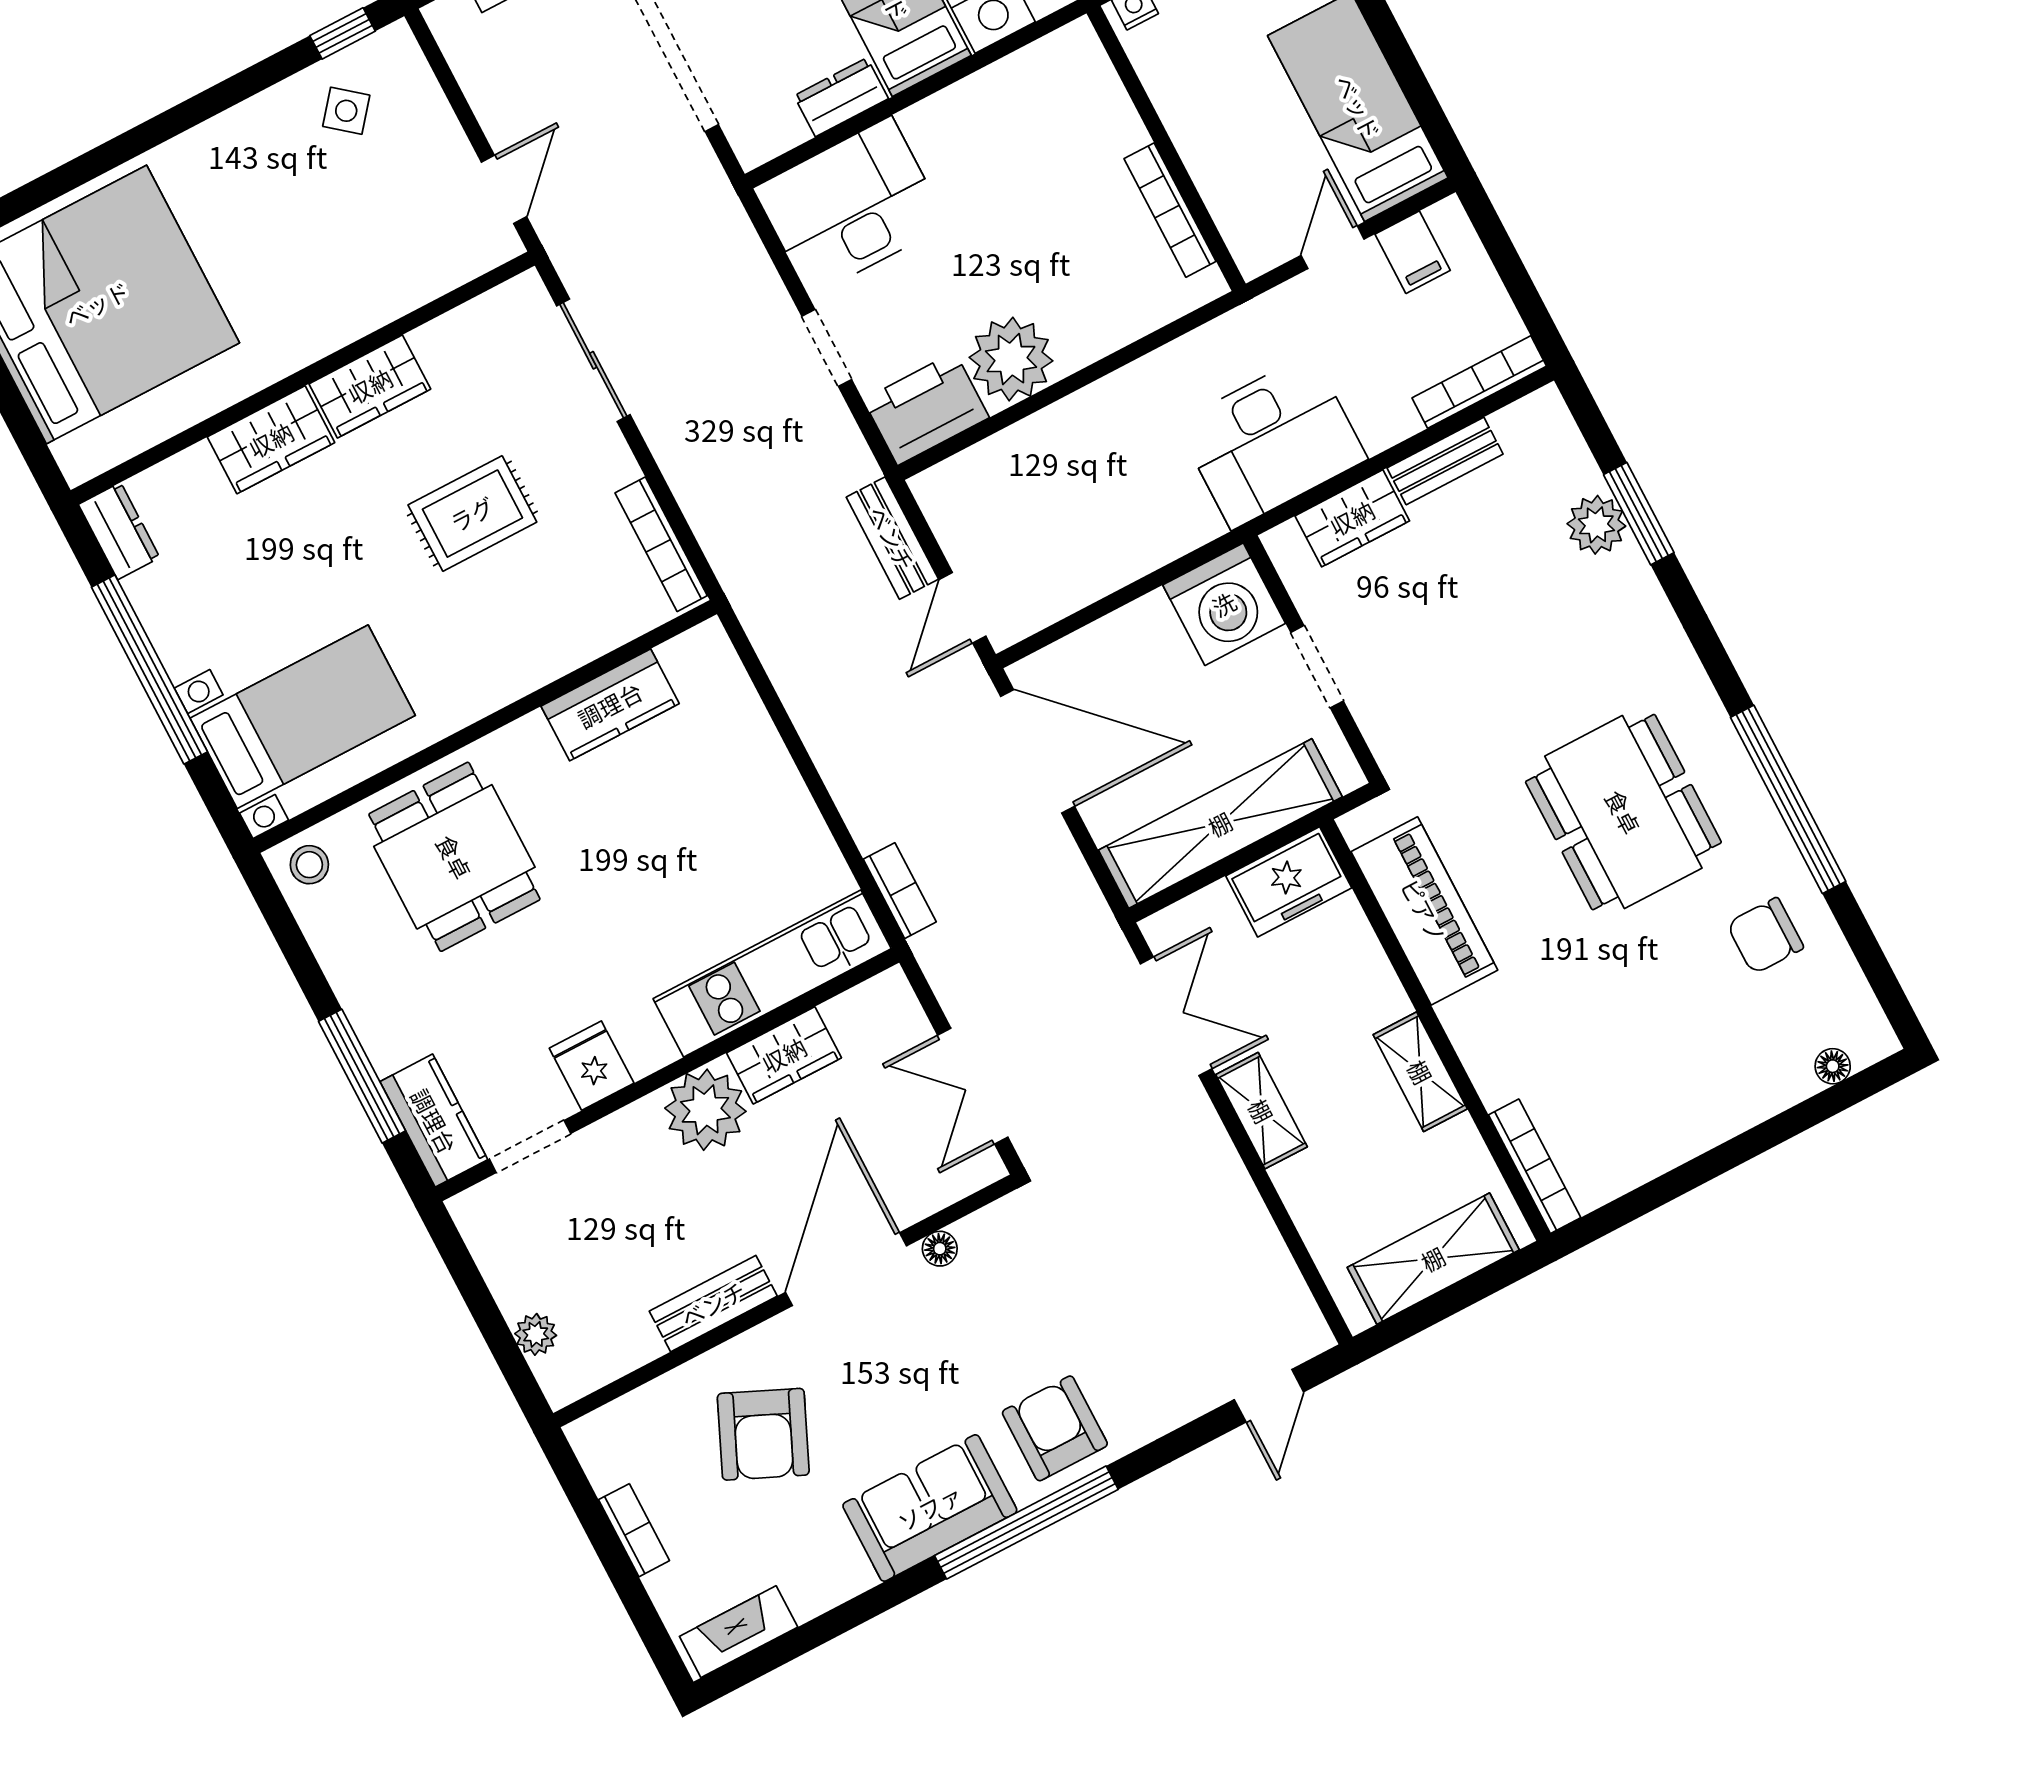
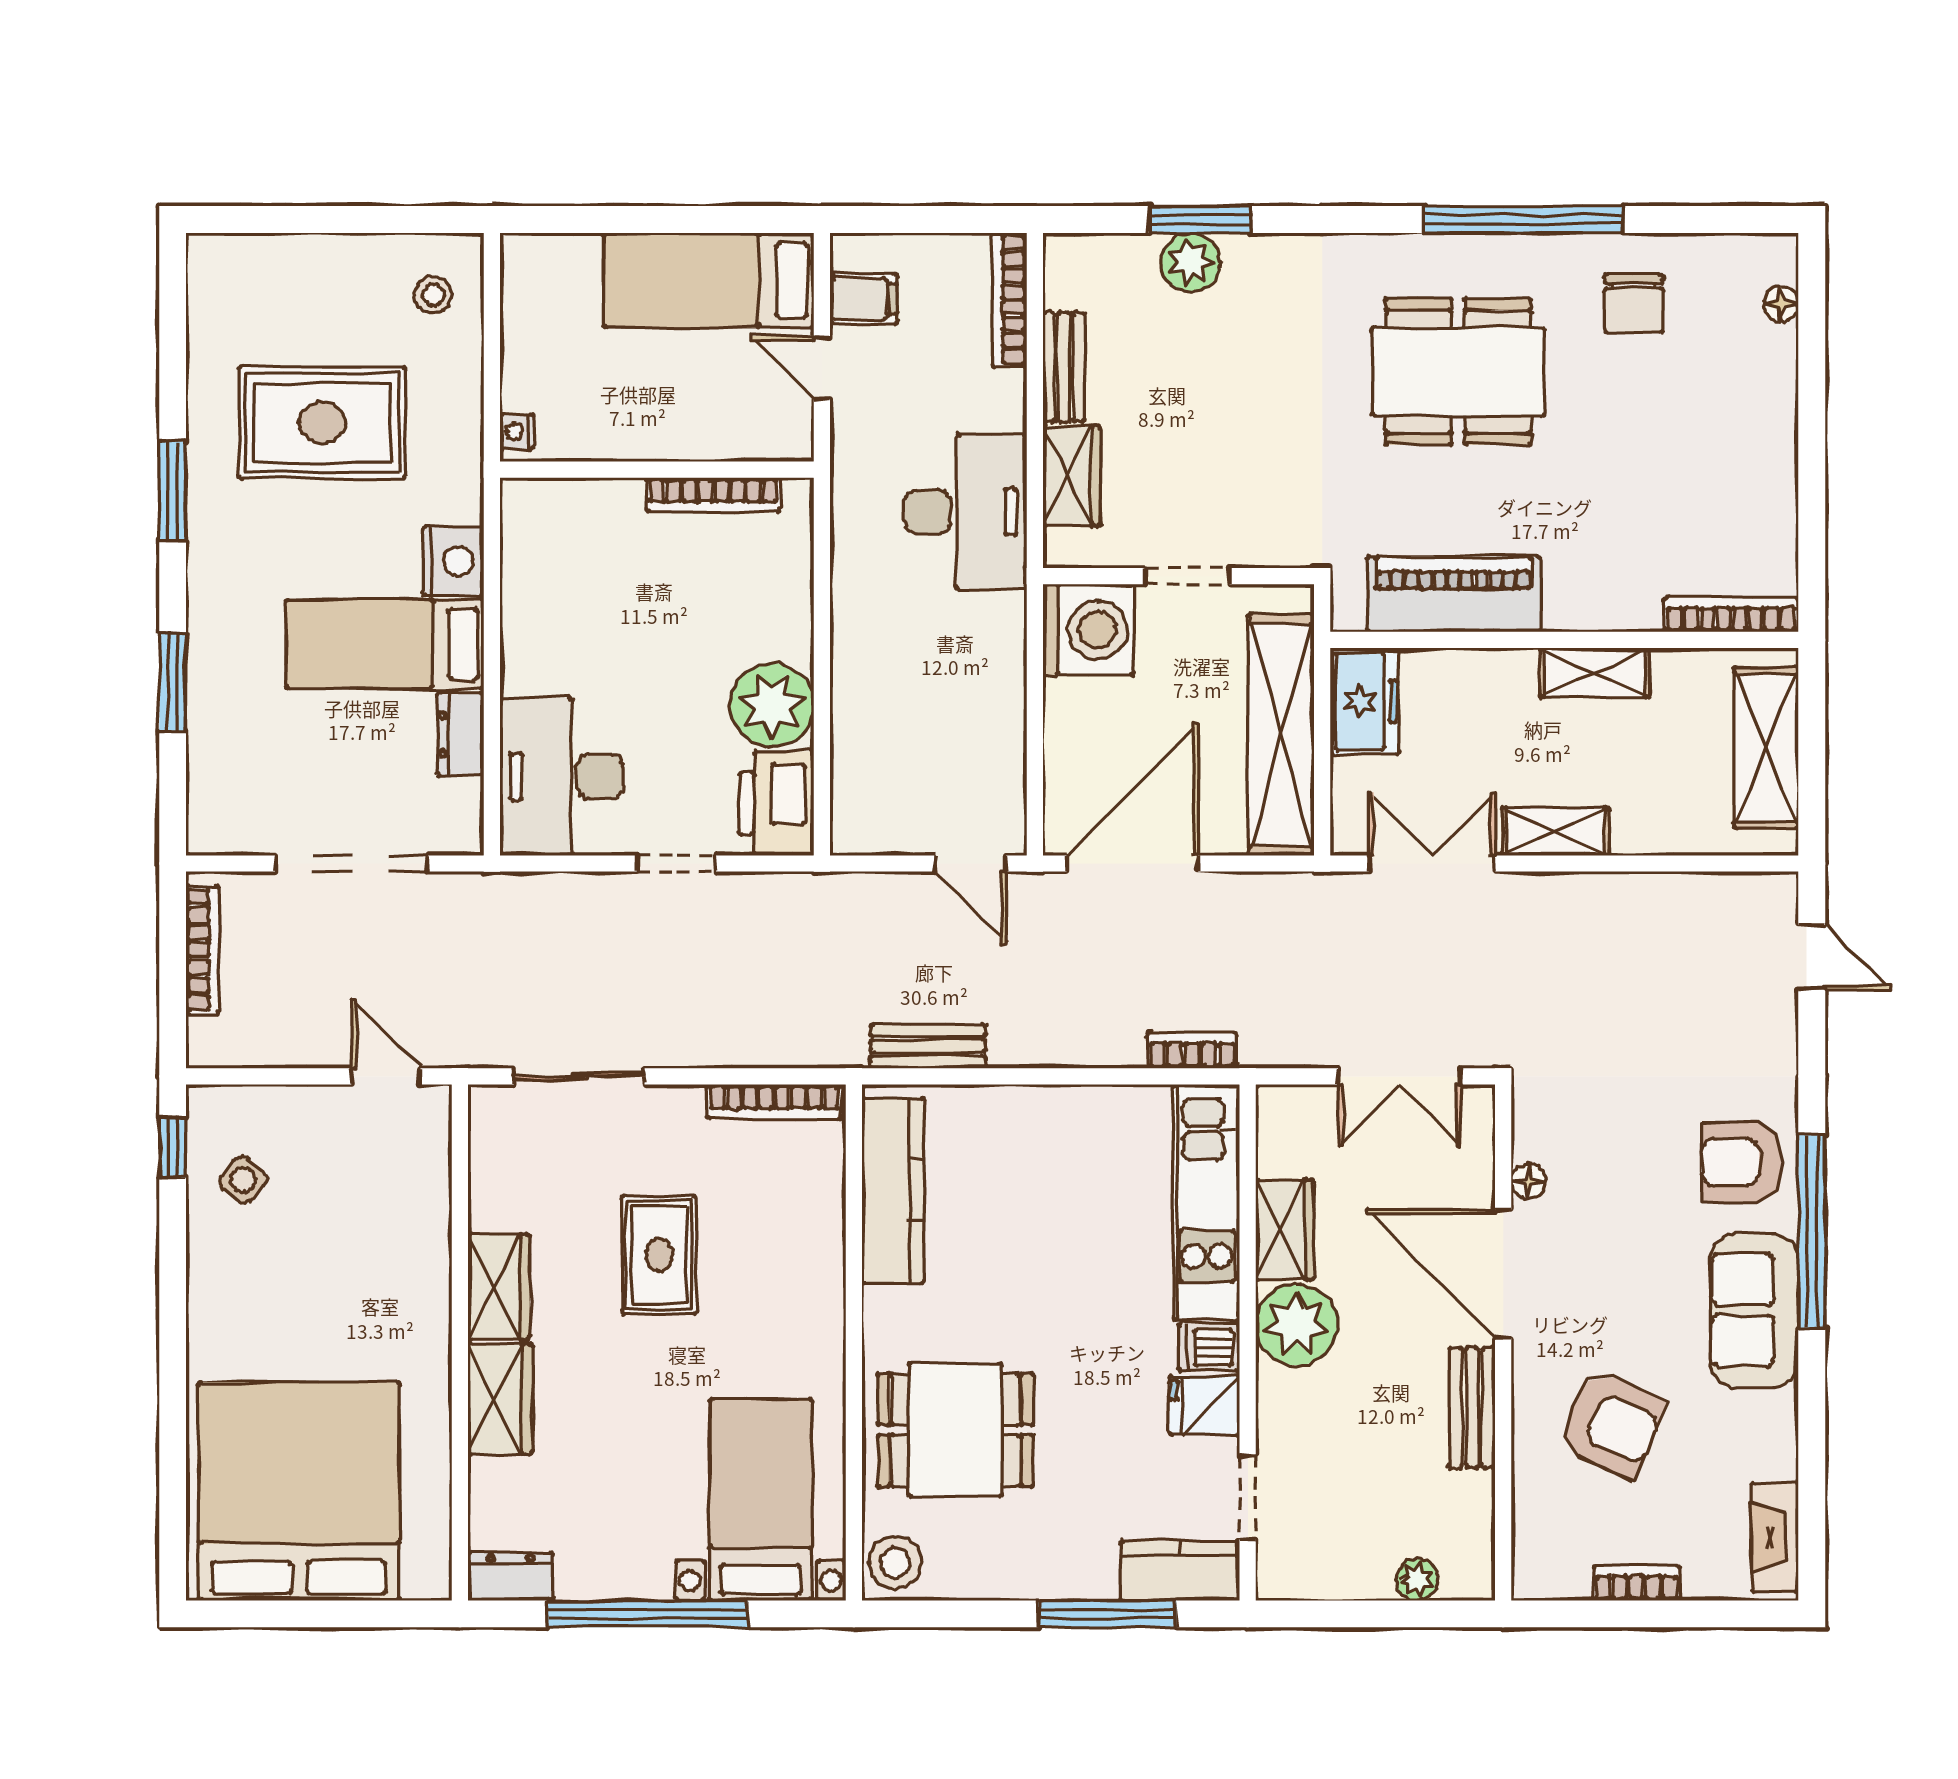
bench: (892, 538) -> (928, 1046), moved
kitchen counter: (610, 705) -> (893, 1190), width x1.50
stool: (309, 865) -> (895, 1562), width x1.37, depth x1.37
dishwasher: (645, 1043) -> (1209, 1348), added

